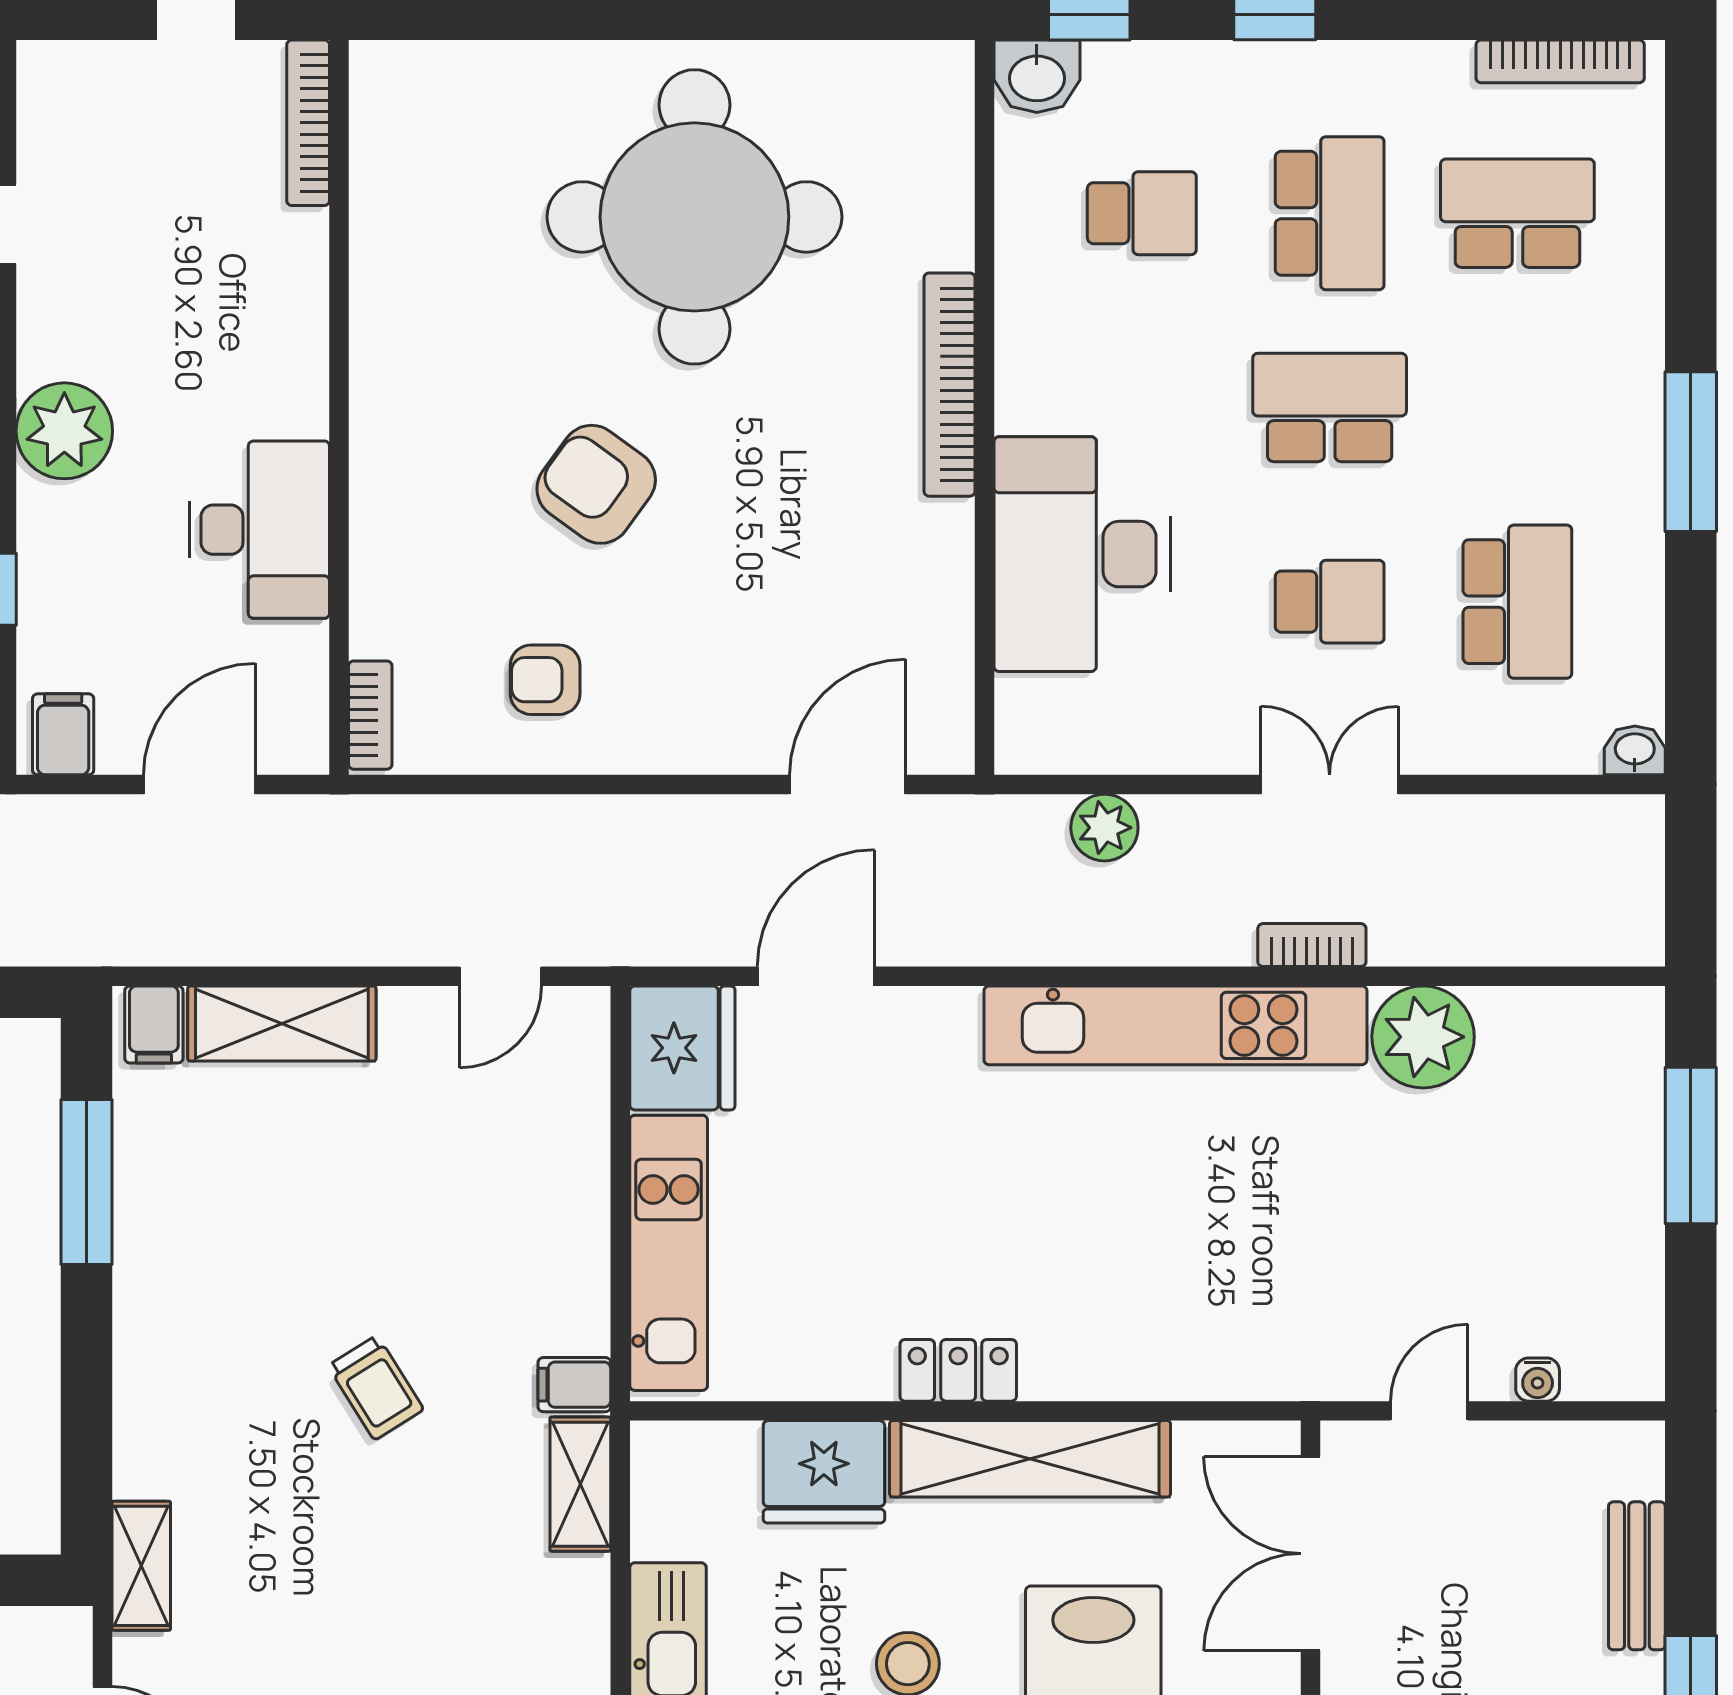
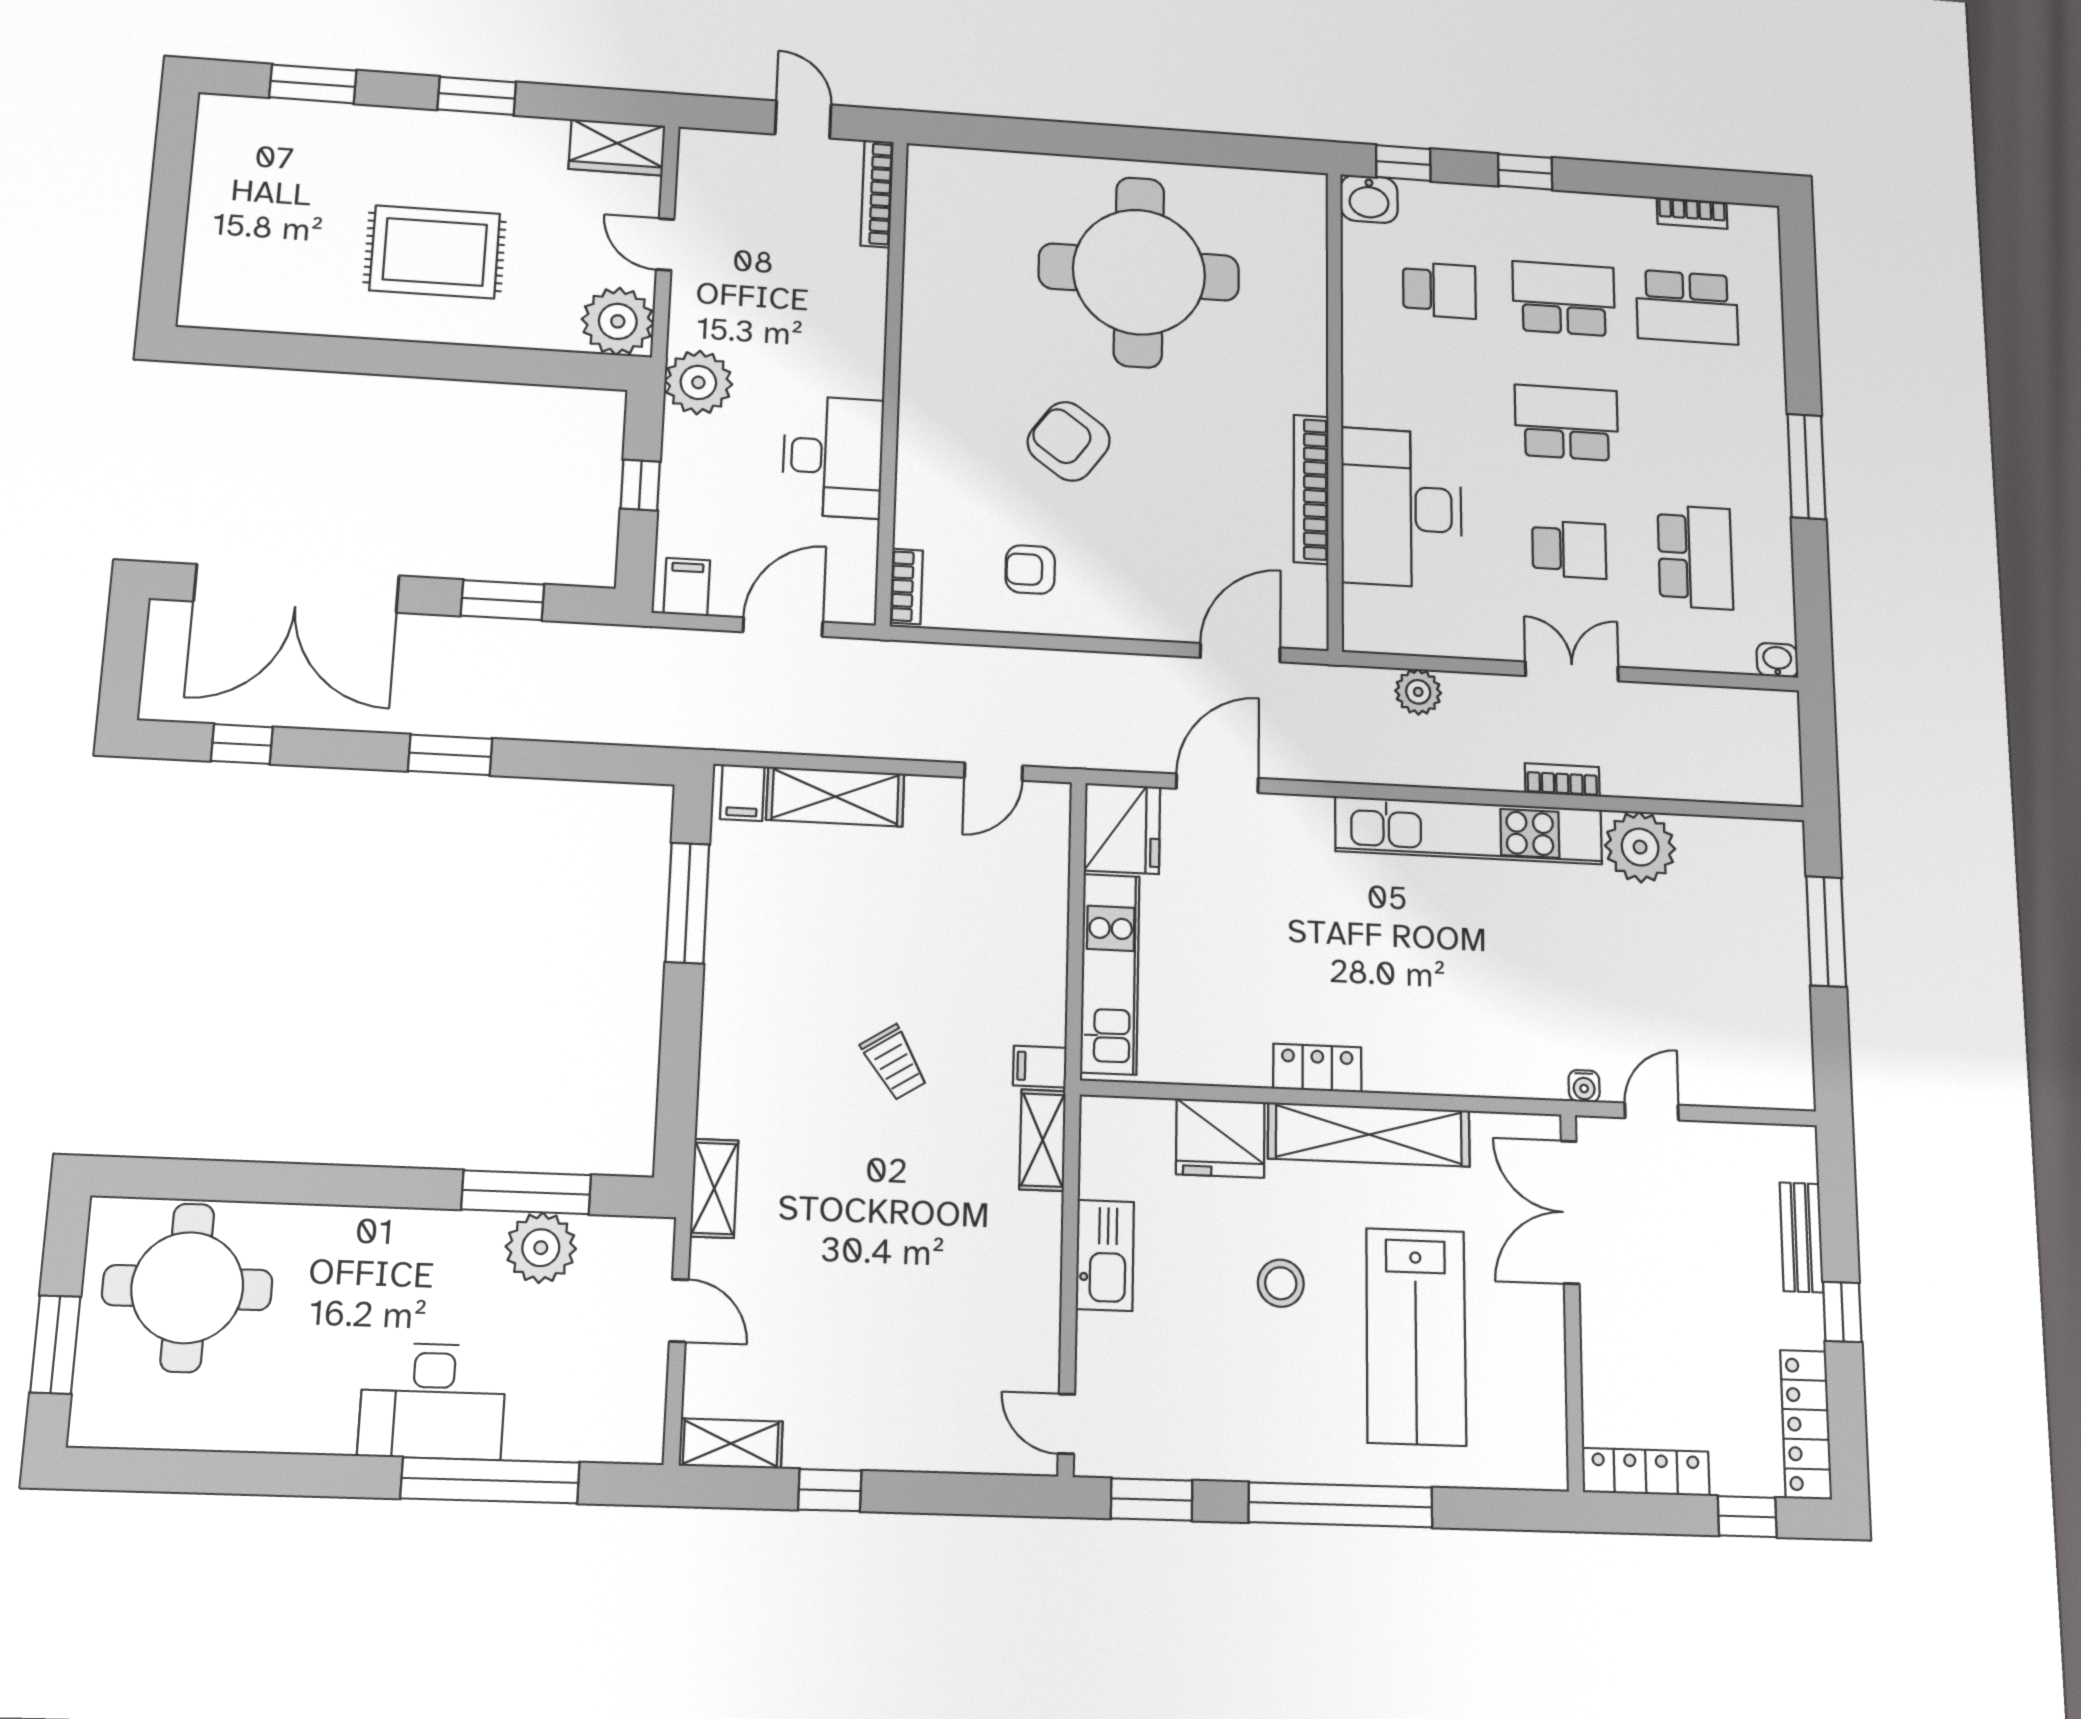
bookcase: (1560, 61) -> (1692, 213), width x0.64
school desk: (1330, 213) -> (1564, 299), turned -90
school desk: (1517, 213) -> (1687, 307), turned 180
bookcase: (950, 385) -> (1311, 489), moved
water cooler: (1538, 1380) -> (1584, 1086), moved

